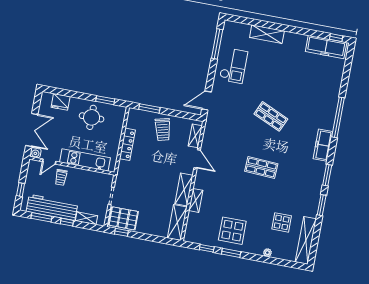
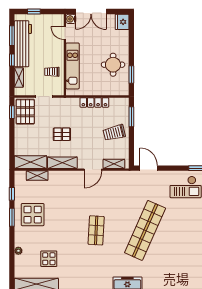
fridge: (61, 102) -> (122, 22), moved
shop shelf: (271, 116) -> (145, 230), width x2.00, depth x1.36
trolley: (61, 177) -> (52, 72), moved
pallet: (154, 184) -> (62, 134), added
shelving: (196, 200) -> (37, 176), moved

